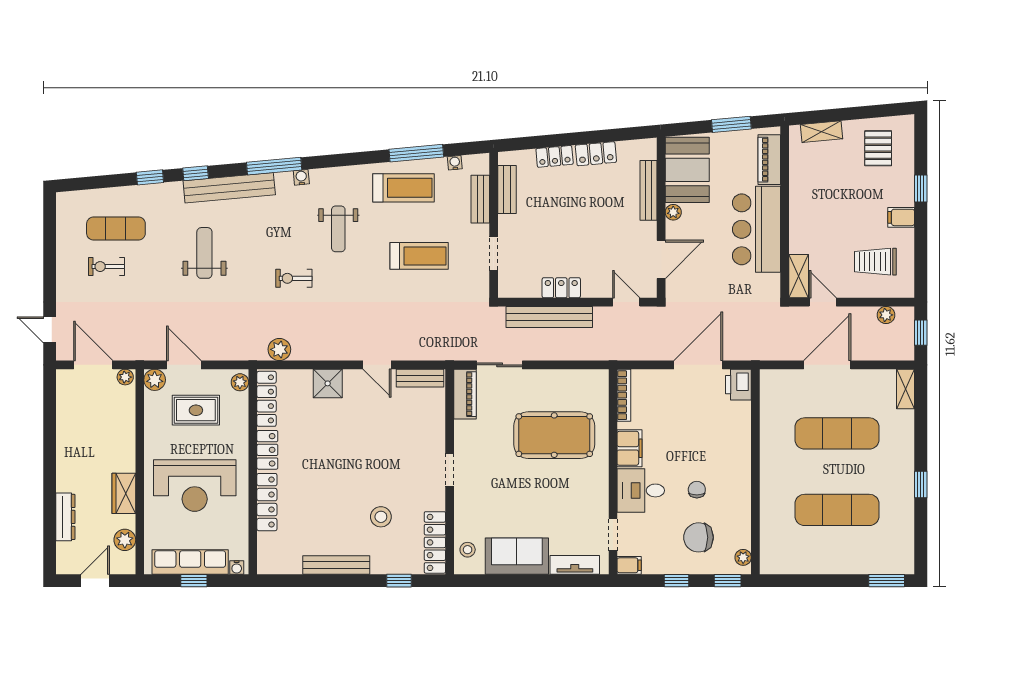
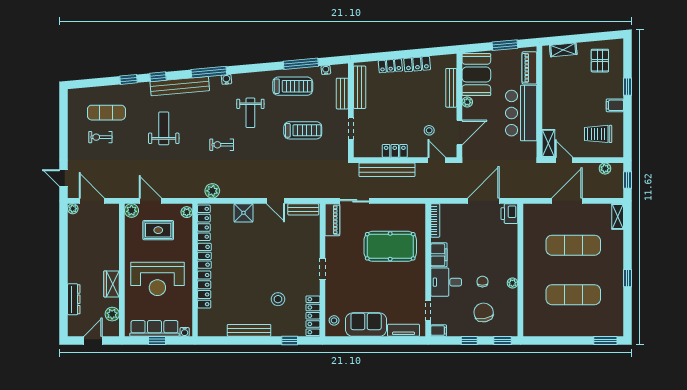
bench: (507, 189) -> (360, 87), width x1.36
stool: (614, 256) -> (429, 130), added
plant: (125, 377) -> (73, 209), moved
chair: (699, 537) -> (484, 312), turned 79
plant: (743, 557) -> (512, 283), moved

